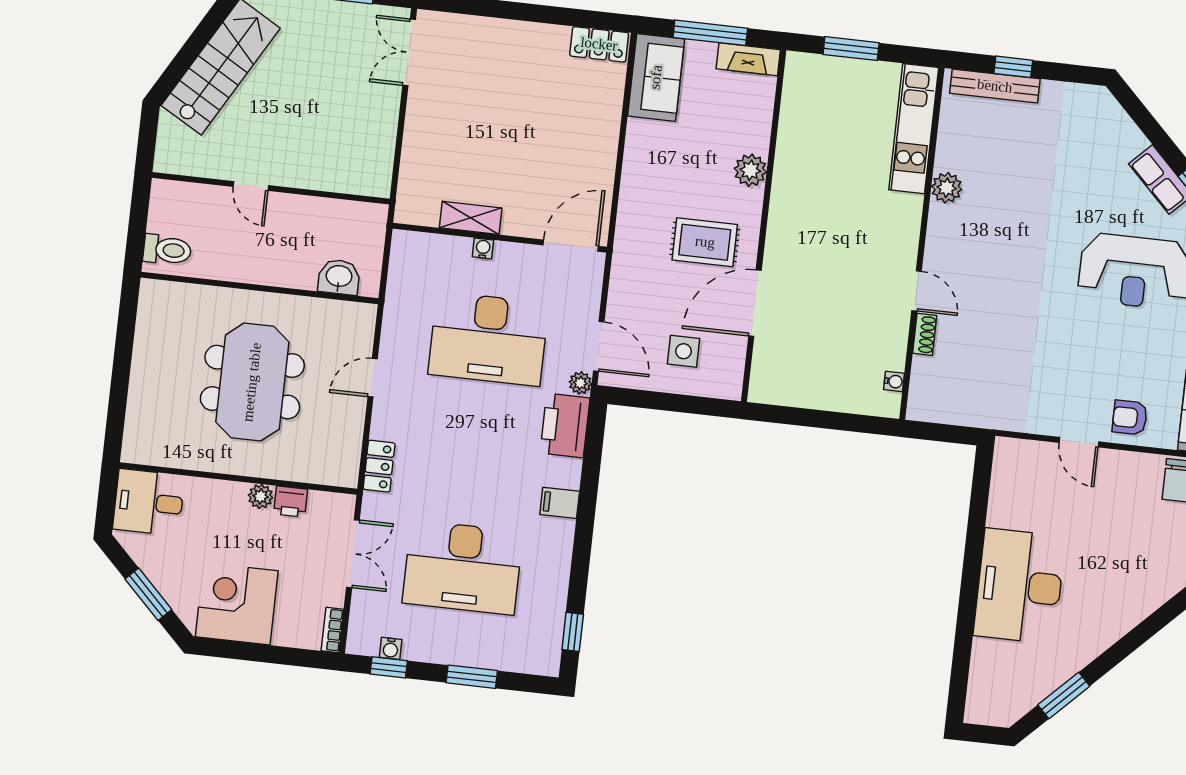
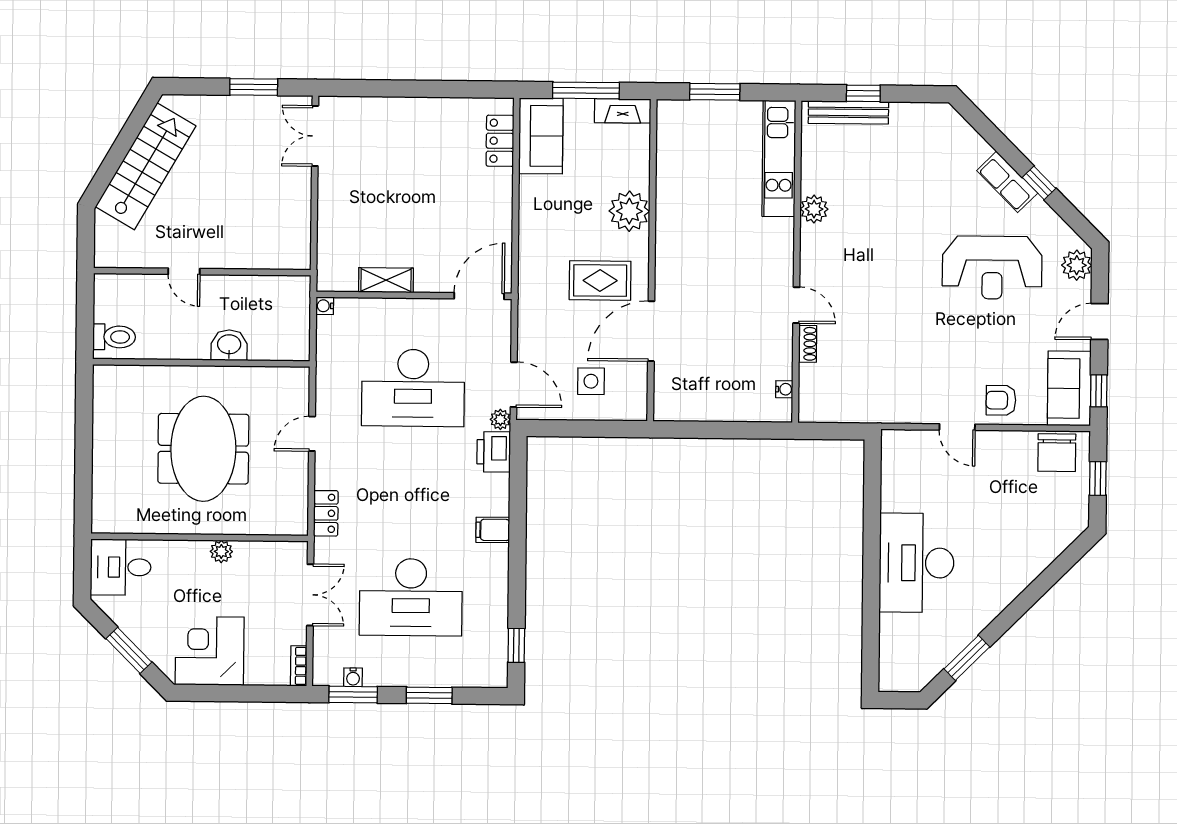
locker: (599, 44) -> (500, 141), moved, turned 90
plant: (750, 170) -> (629, 211), width x1.36, depth x1.36
water cooler: (483, 248) -> (325, 306), moved, turned -90
washbasin: (339, 277) -> (229, 345), moved
printer: (565, 426) -> (494, 452), width x0.73, depth x0.84
printer: (291, 502) -> (249, 553), removed
window: (389, 667) -> (353, 695), width x1.50

